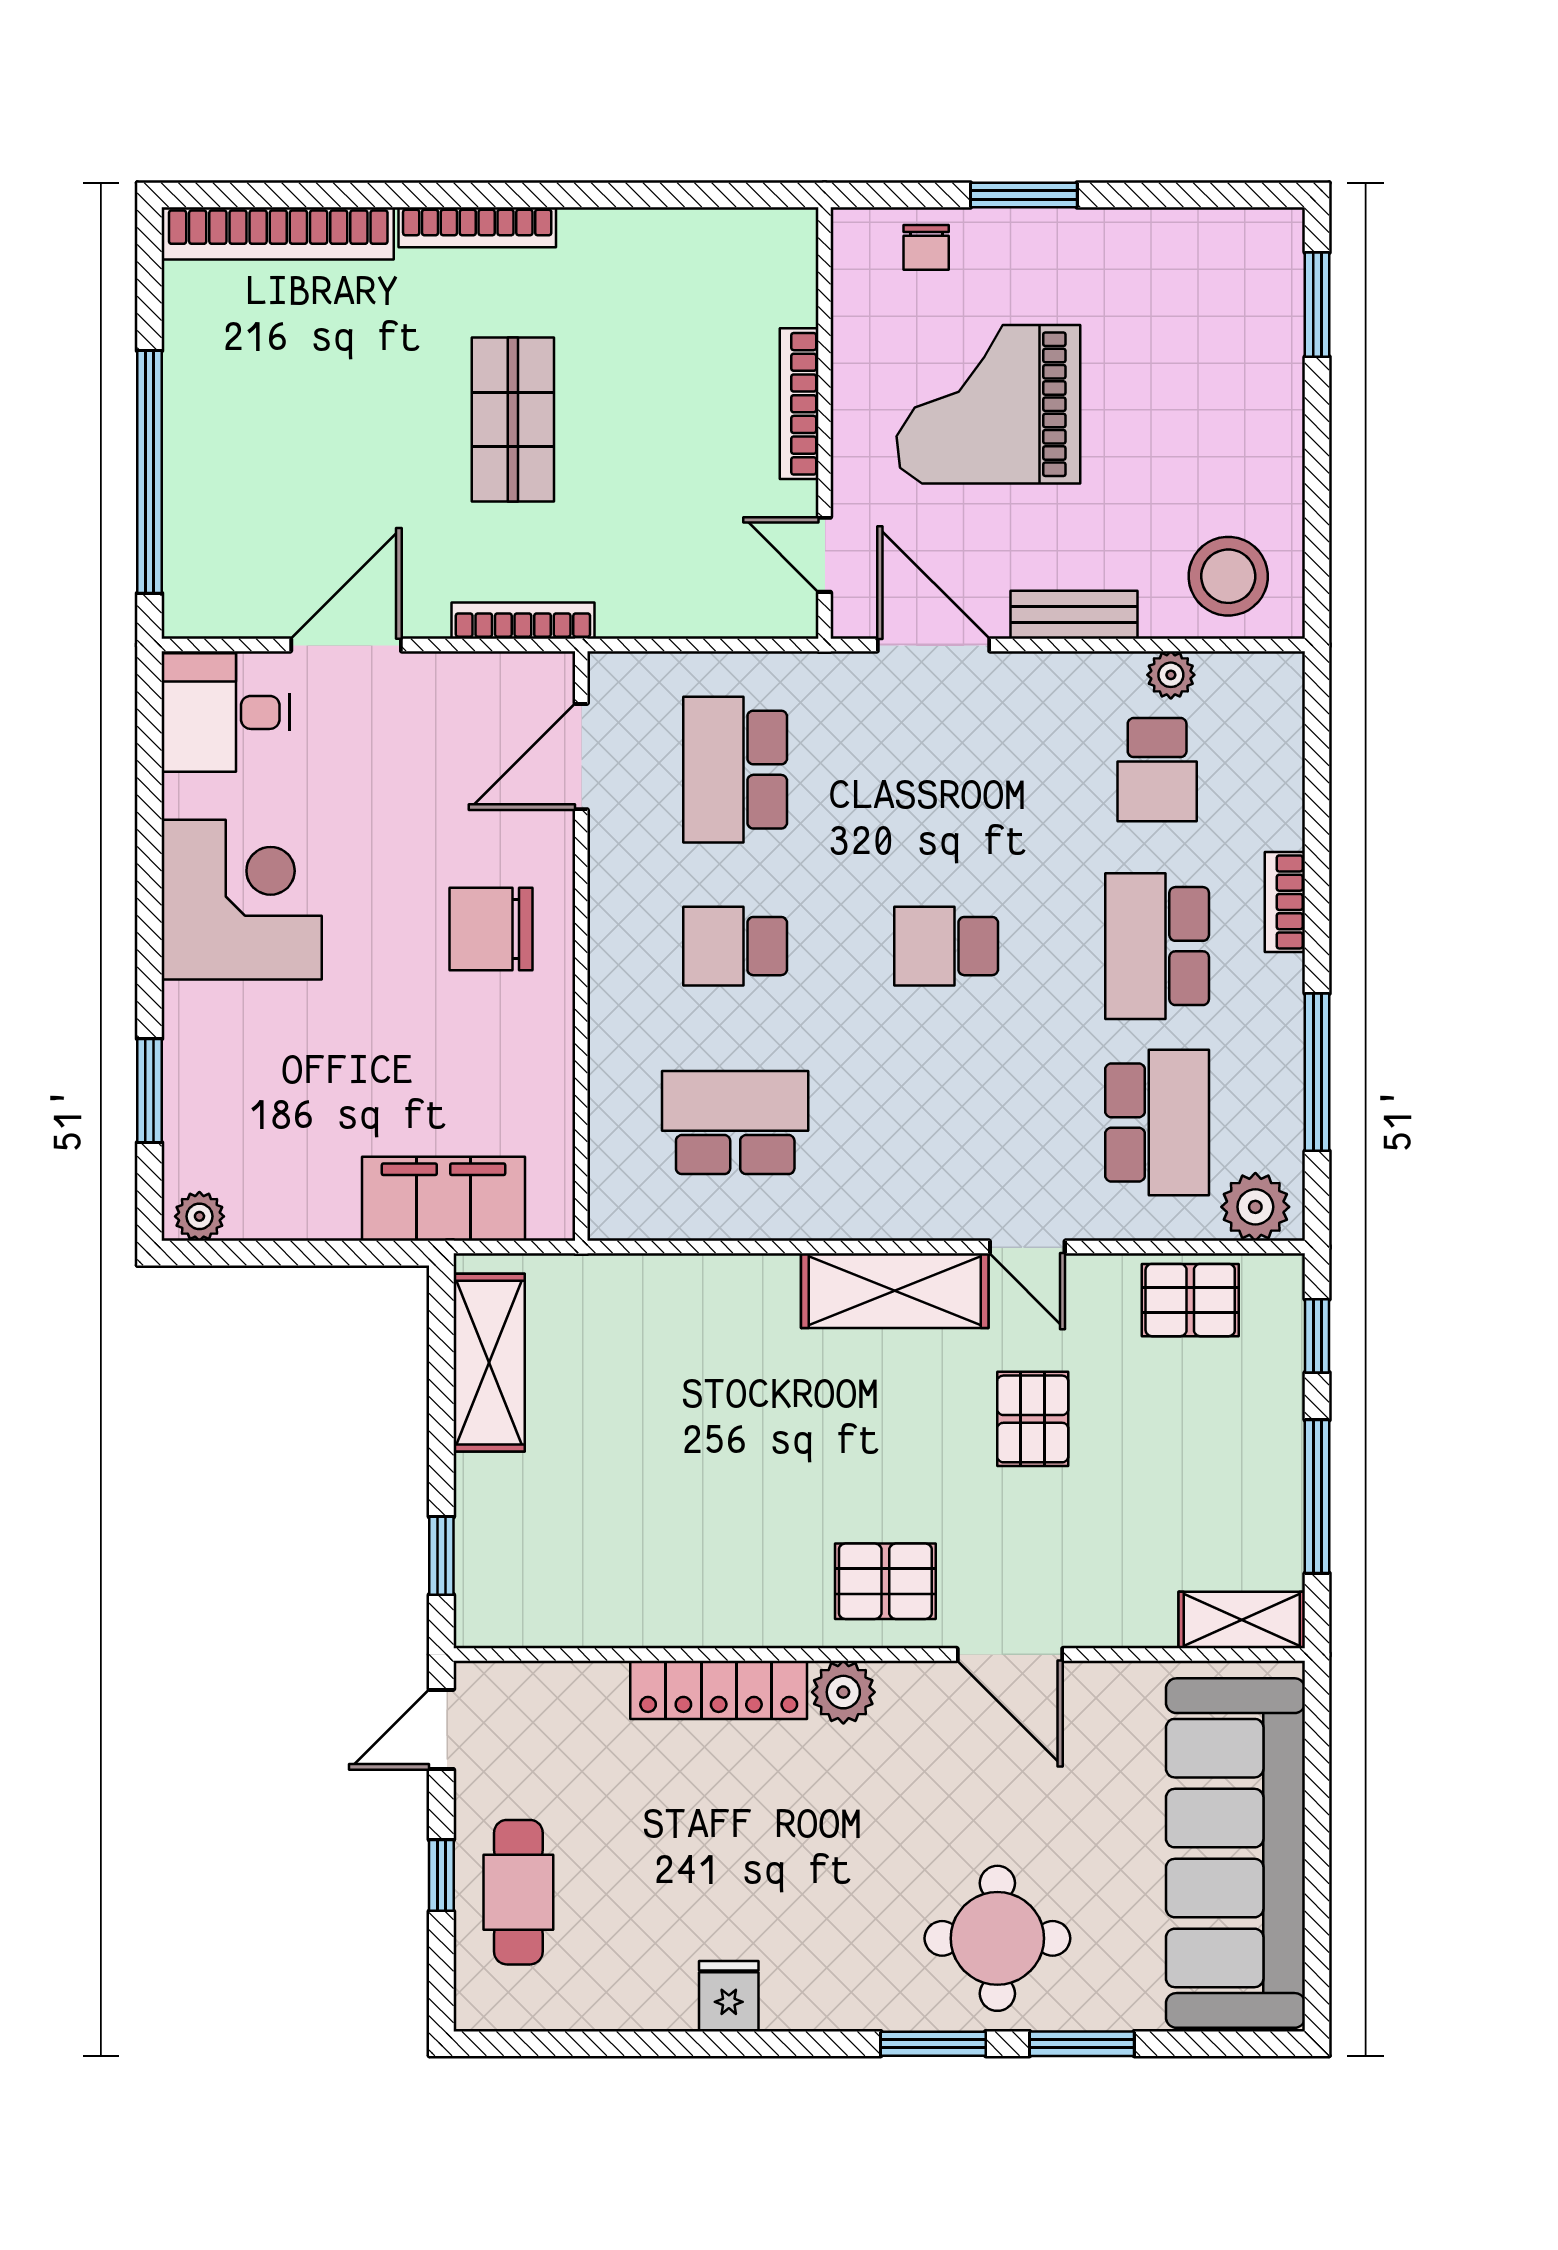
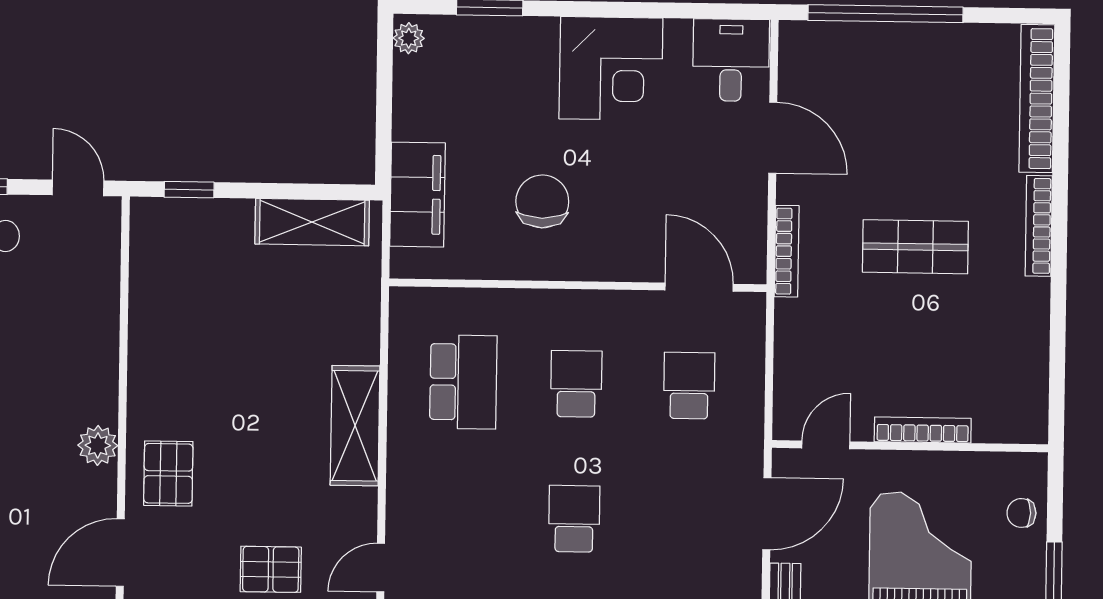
school desk: (735, 770) -> (689, 385), width x0.54
chair: (491, 929) -> (542, 201), moved
shelving: (895, 1291) -> (355, 426), moved
locker: (719, 1690) -> (101, 366), removed

